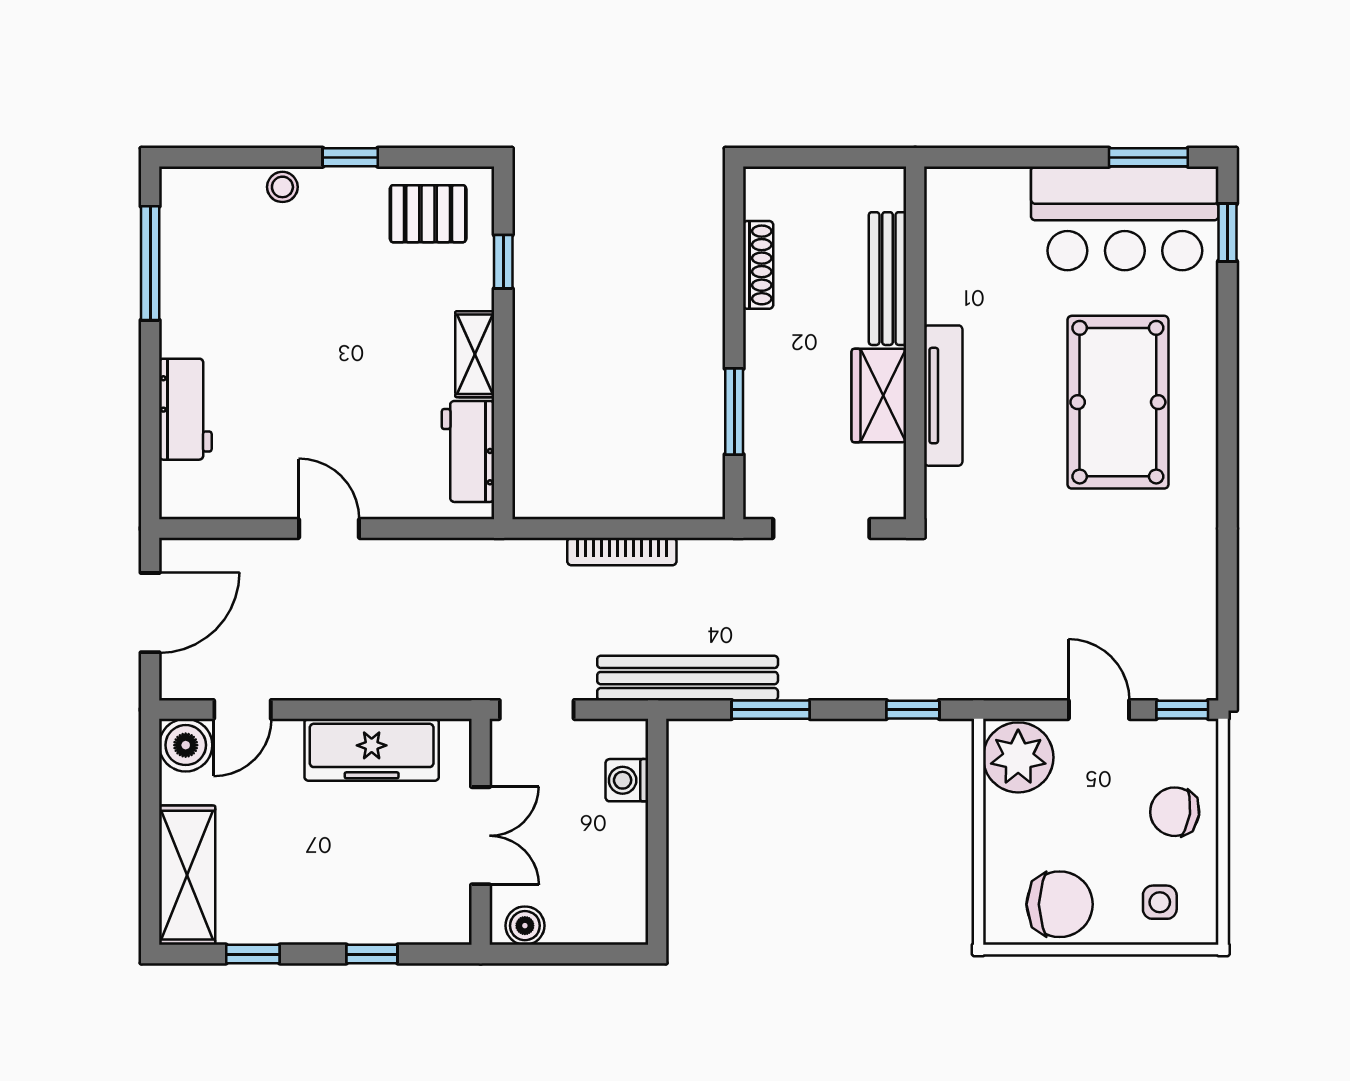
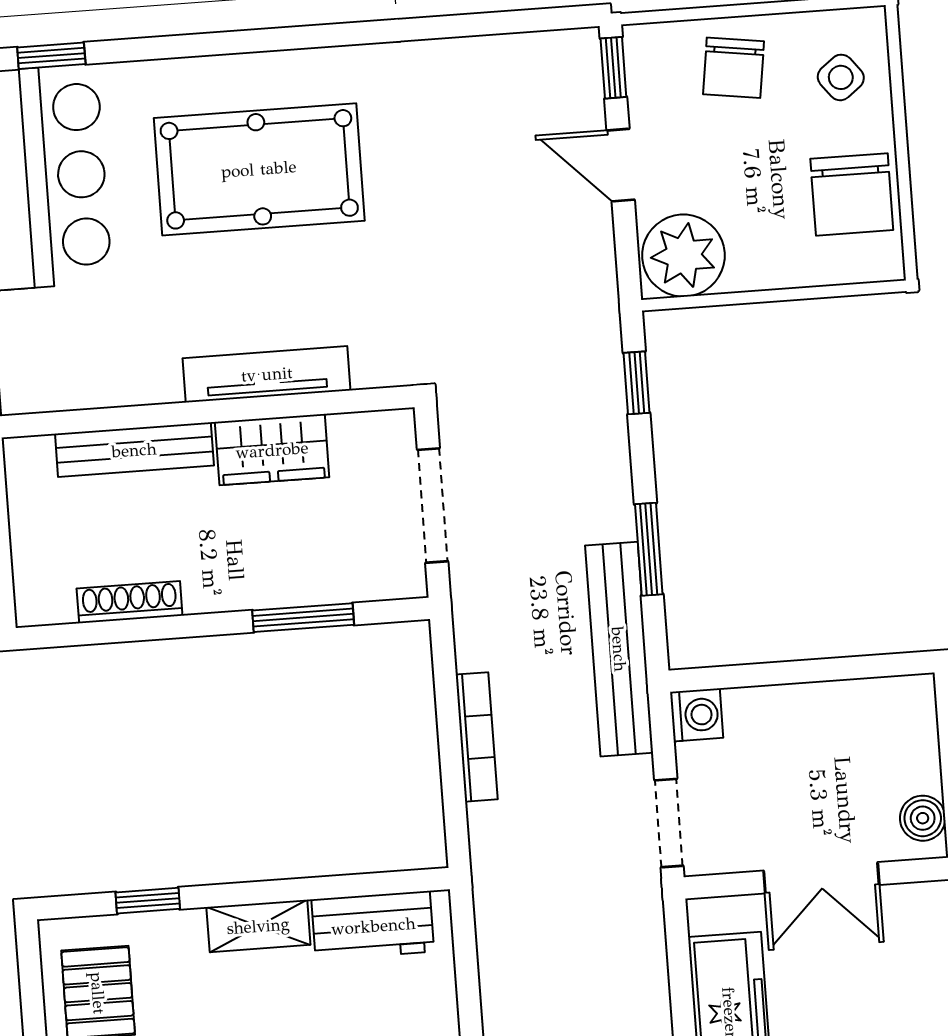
door: (1099, 710) -> (621, 165), hinge flipped
washing machine: (627, 780) -> (697, 715), moved, turned -90
double door: (481, 836) -> (821, 878), swing flipped
side table: (1160, 902) -> (841, 77), turned -38
chair: (1060, 904) -> (852, 194), turned 180

